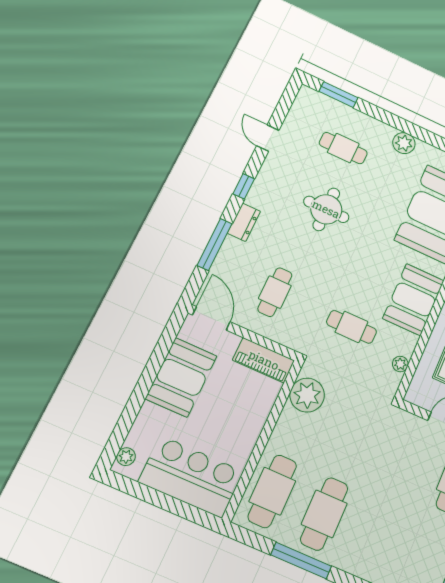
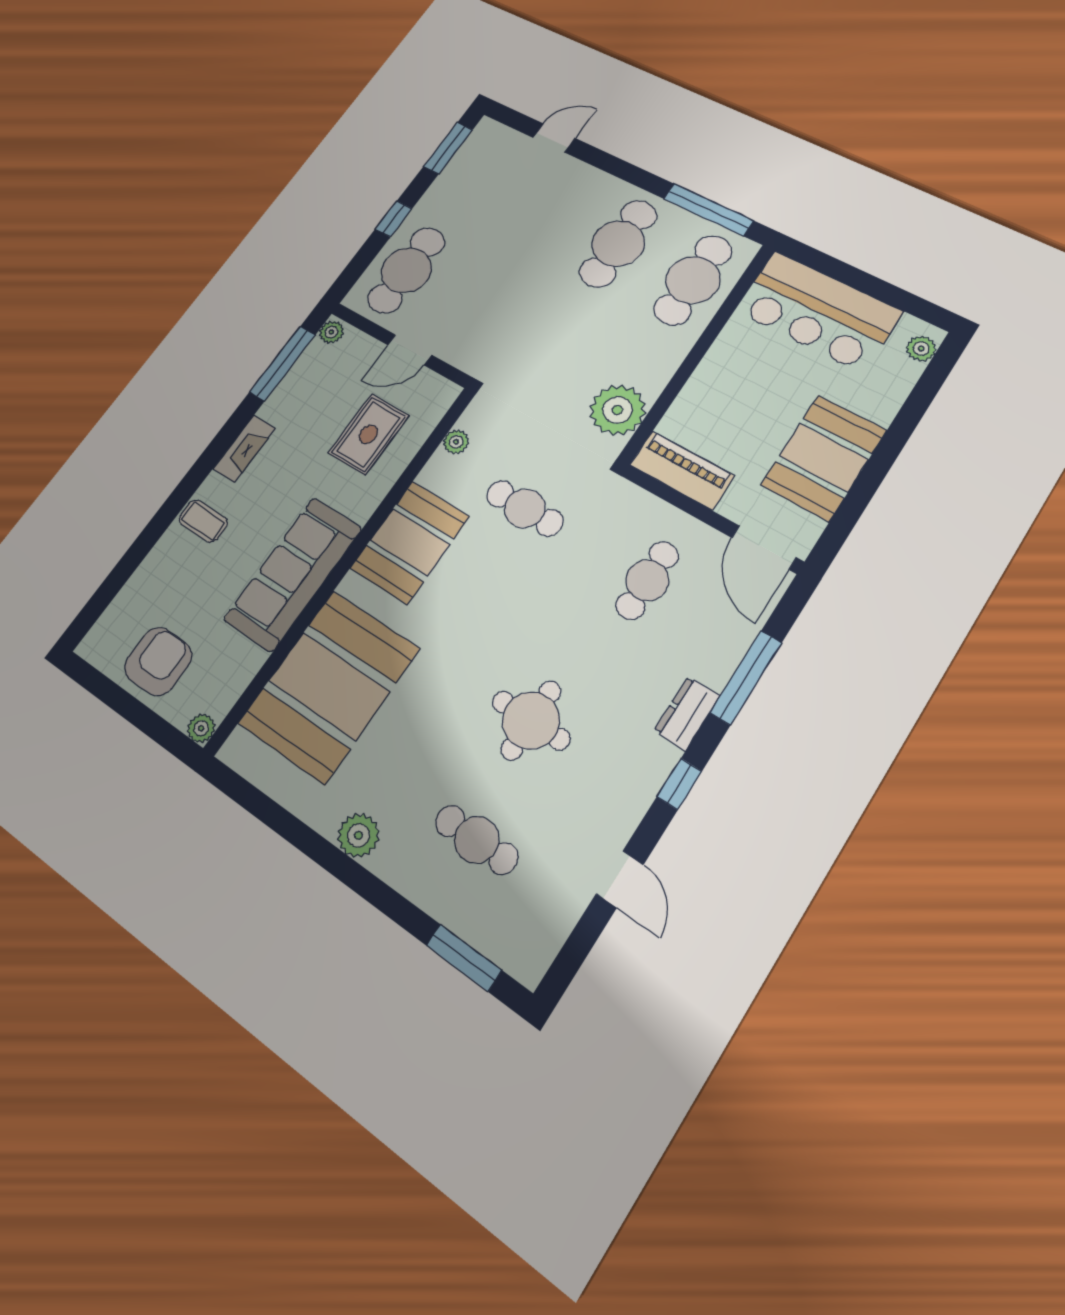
window: (301, 561) -> (708, 210), moved

